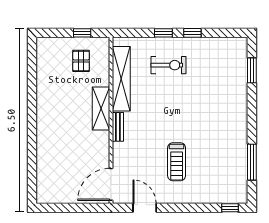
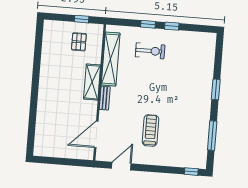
window: (252, 70) -> (216, 89), moved
treadmill: (177, 162) -> (151, 130), turned 180
door: (111, 184) -> (96, 134), moved
door: (145, 208) -> (121, 166), hinge flipped

